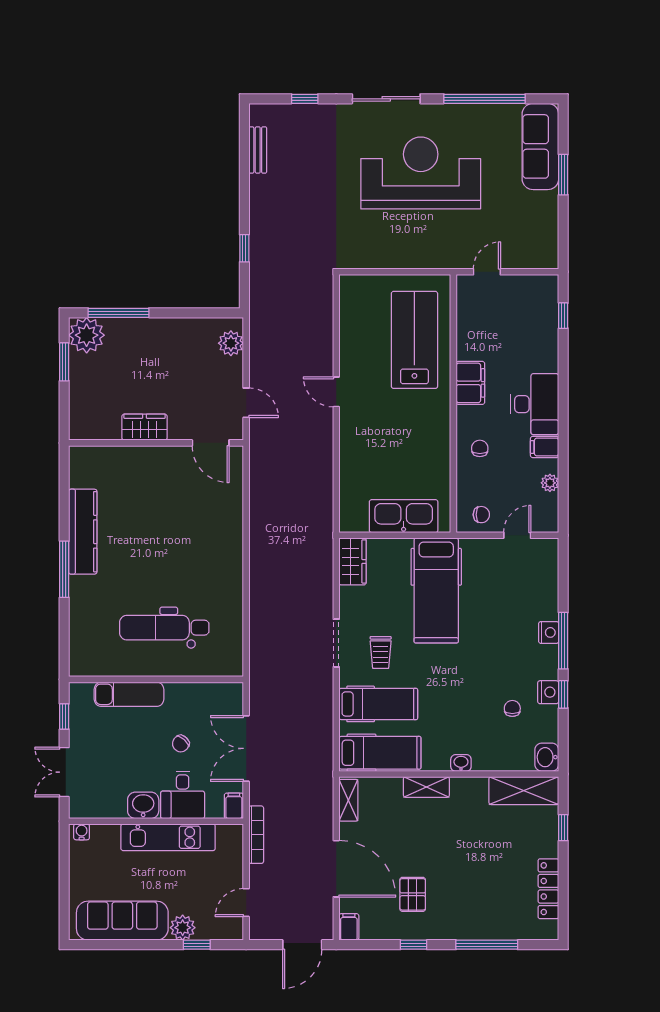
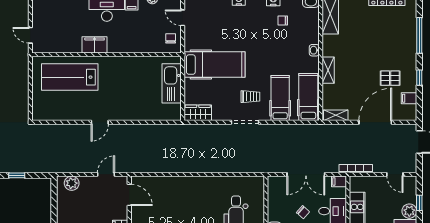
door: (211, 443) -> (129, 195), hinge flipped
chair: (480, 448) -> (132, 39), removed
filing cabinet: (349, 927) -> (409, 98), moved

